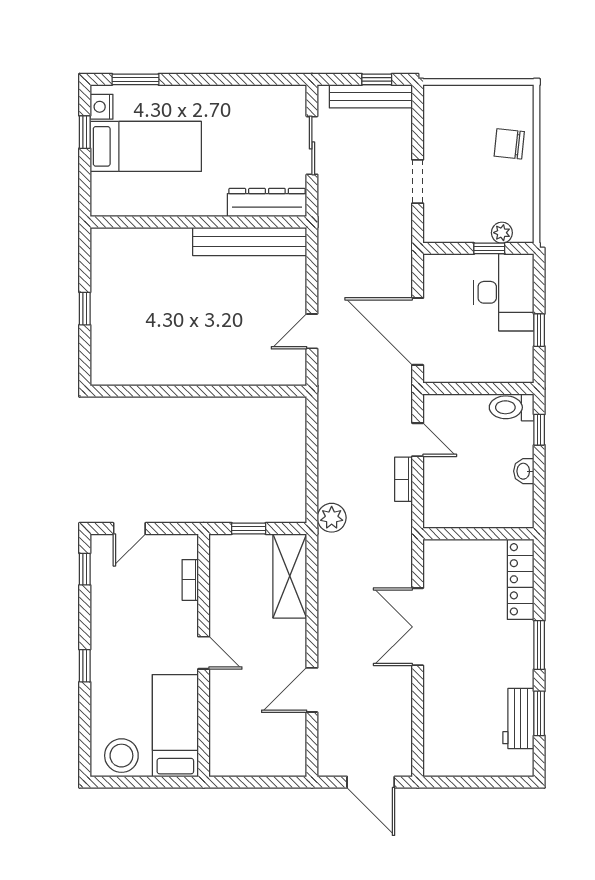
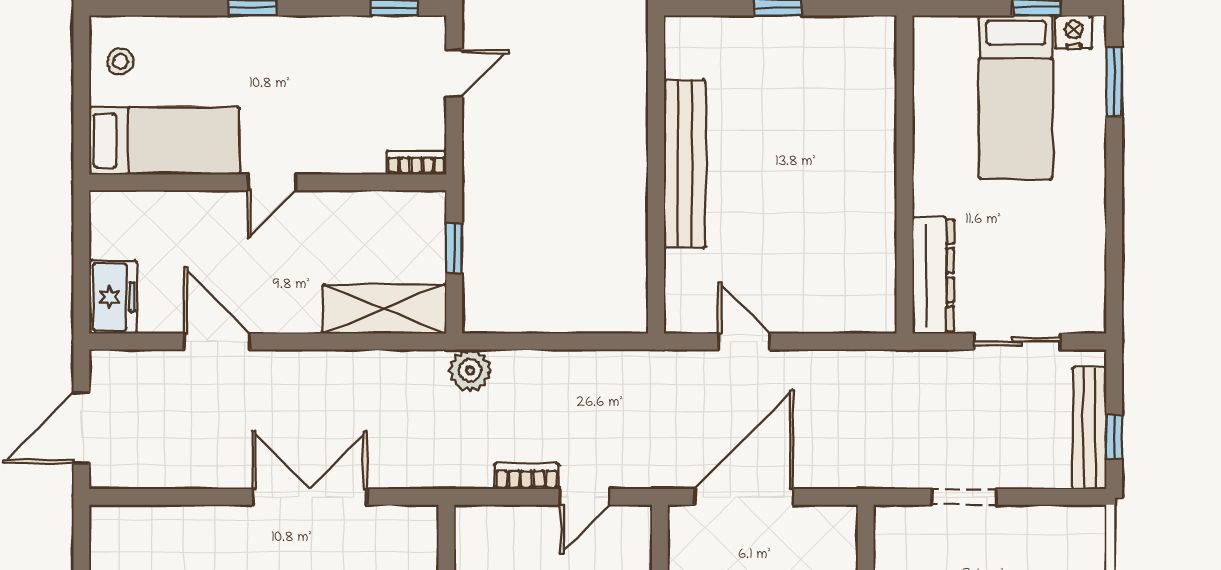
bench: (250, 241) -> (685, 164), moved
door: (129, 528) -> (454, 73), swing flipped
bookcase: (190, 580) -> (416, 163), moved
stool: (121, 756) -> (120, 62), width x0.53, depth x0.53
freezer: (282, 761) -> (113, 297), added

